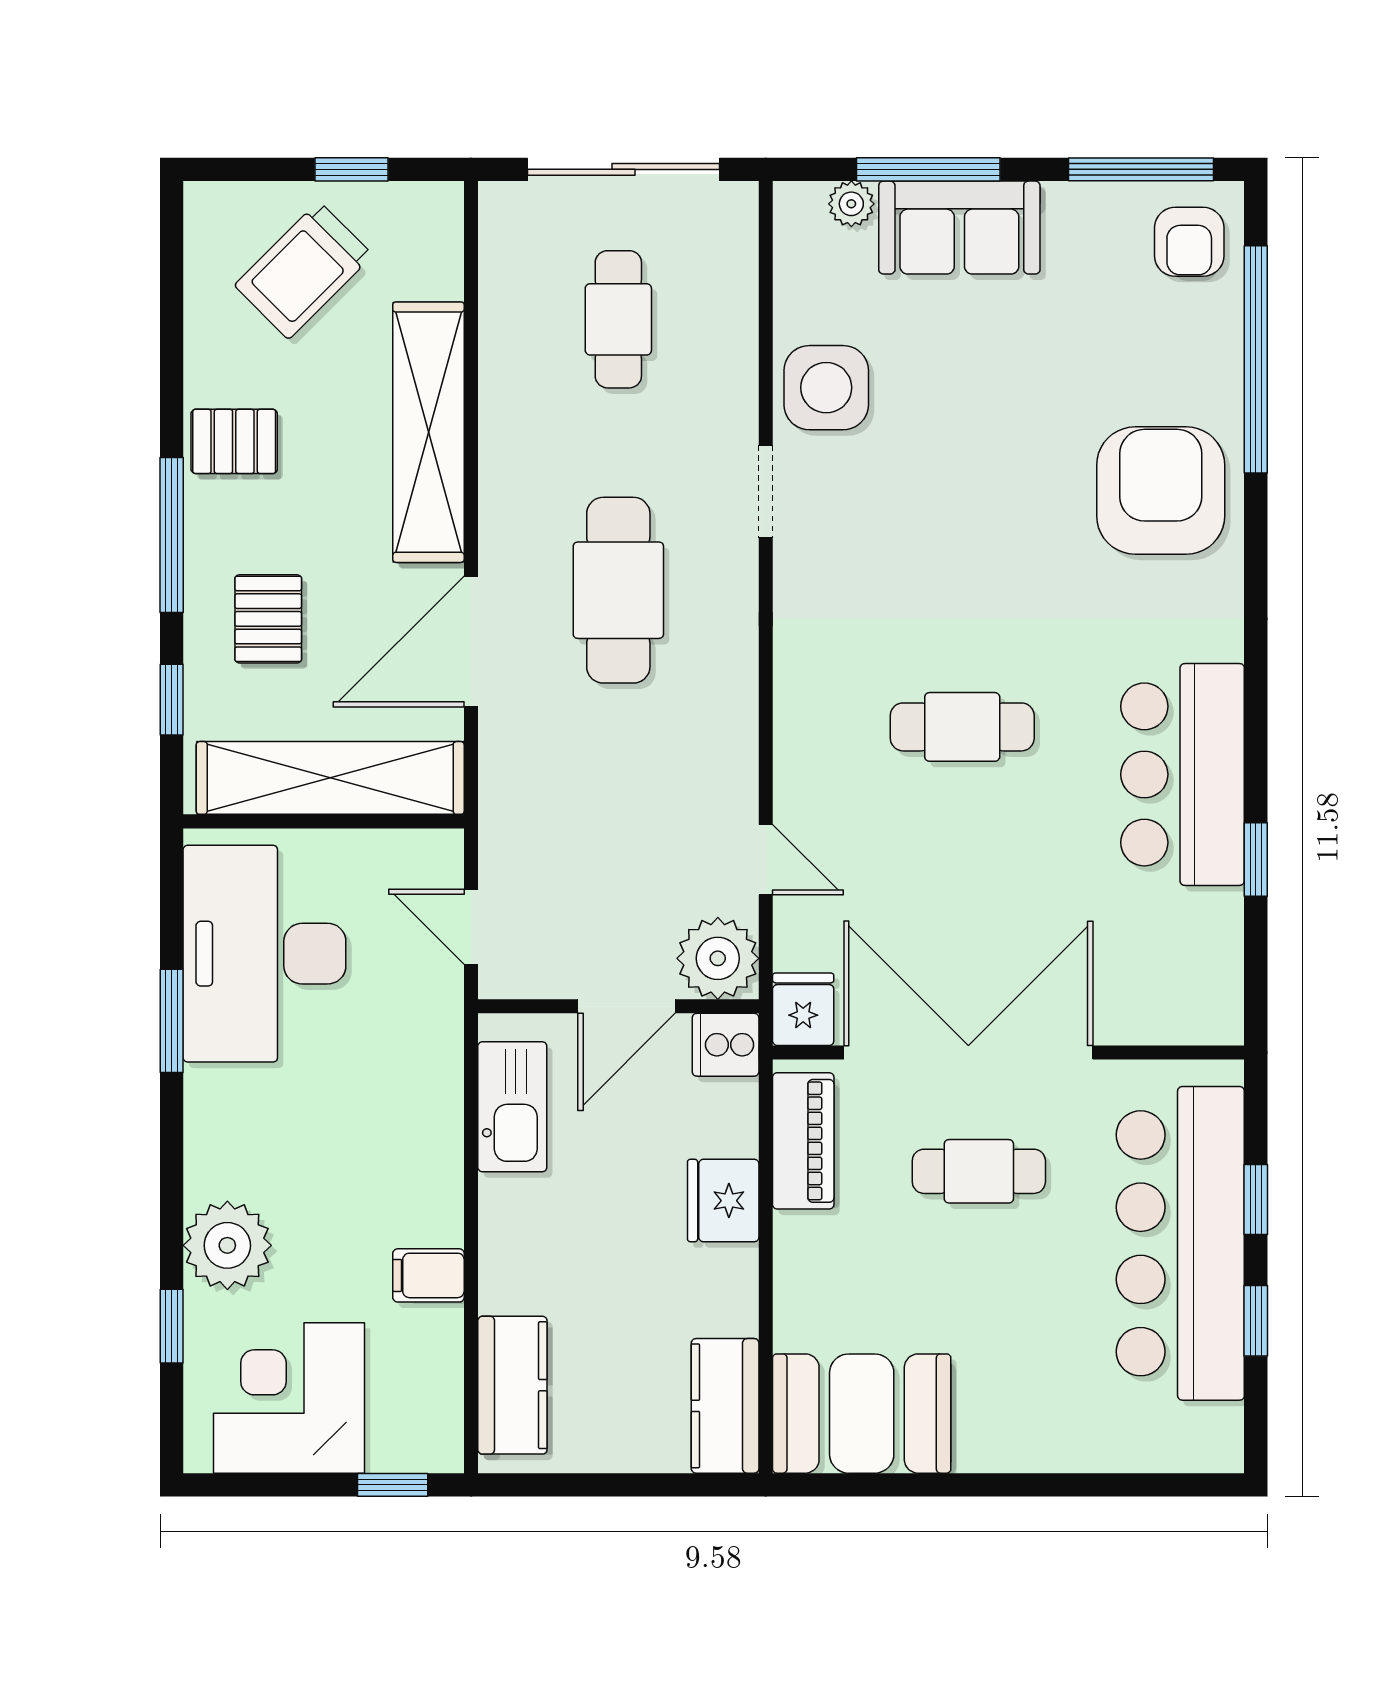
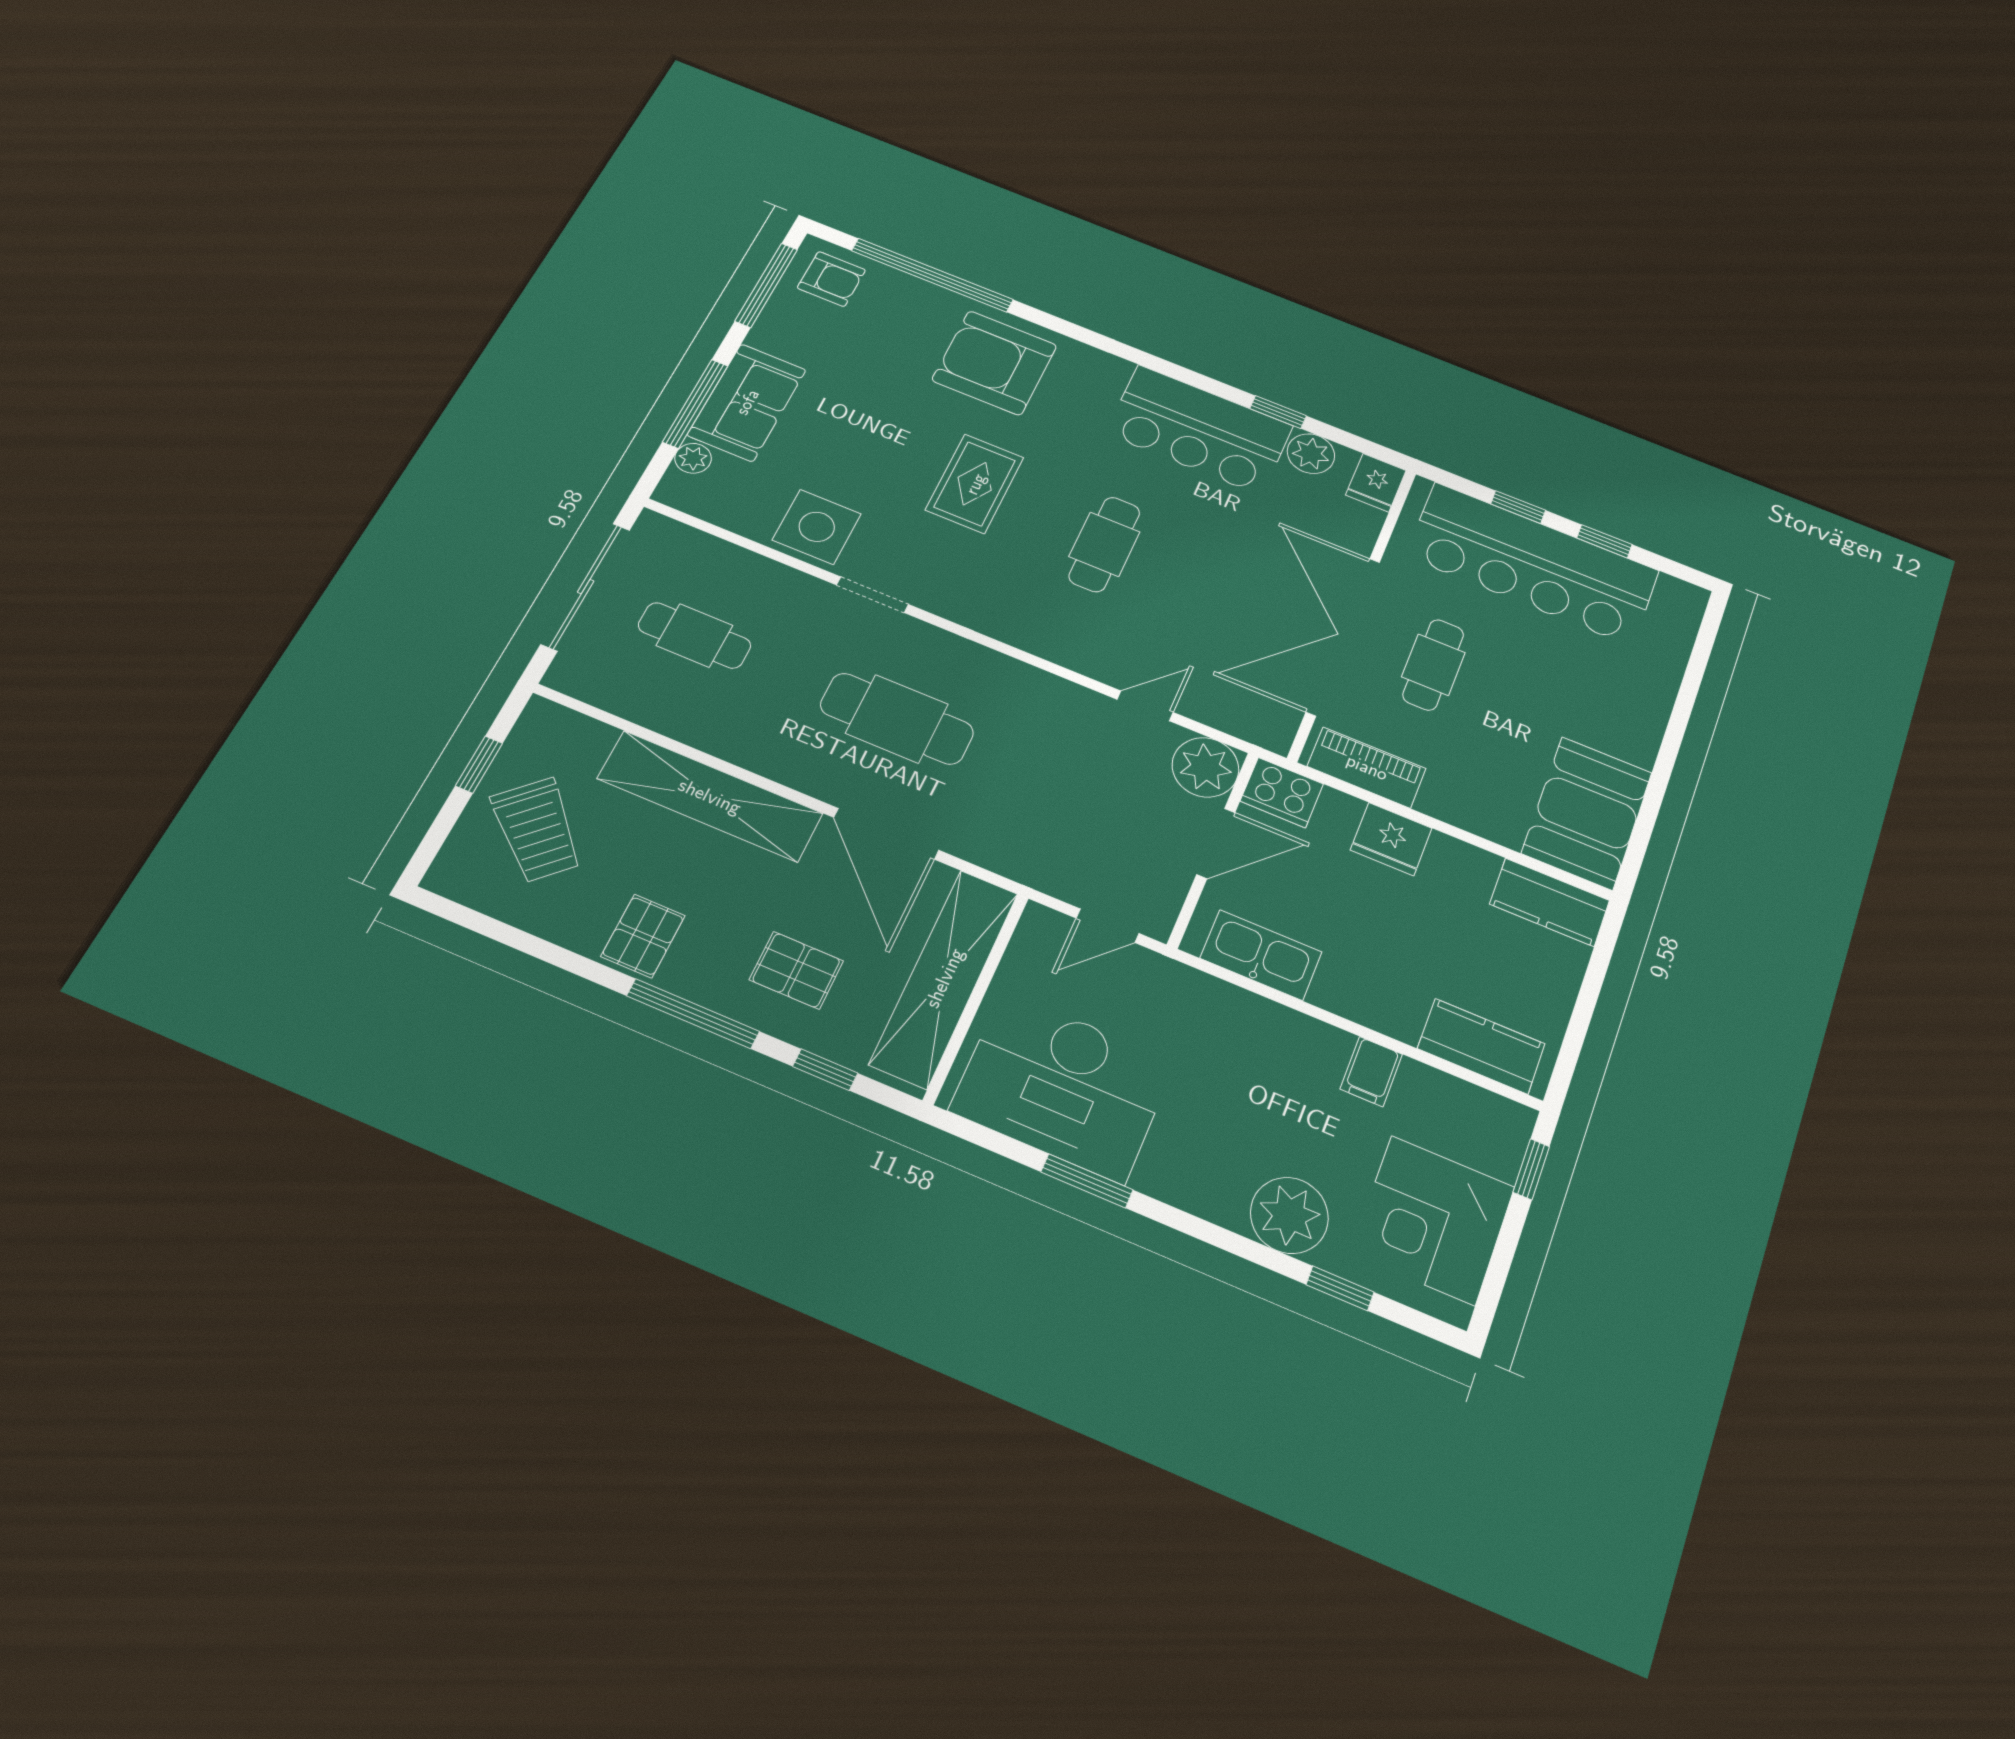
rug: (974, 542) -> (975, 484), added
plant: (1213, 922) -> (1311, 454), added
door: (627, 1006) -> (1216, 843), hinge flipped
fridge: (803, 1009) -> (1376, 483), moved, turned -90
cooker: (726, 1045) -> (1282, 792), width x1.36

